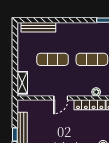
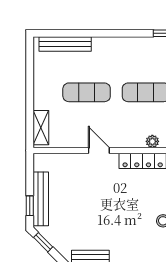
door: (61, 98) -> (99, 151), swing flipped

